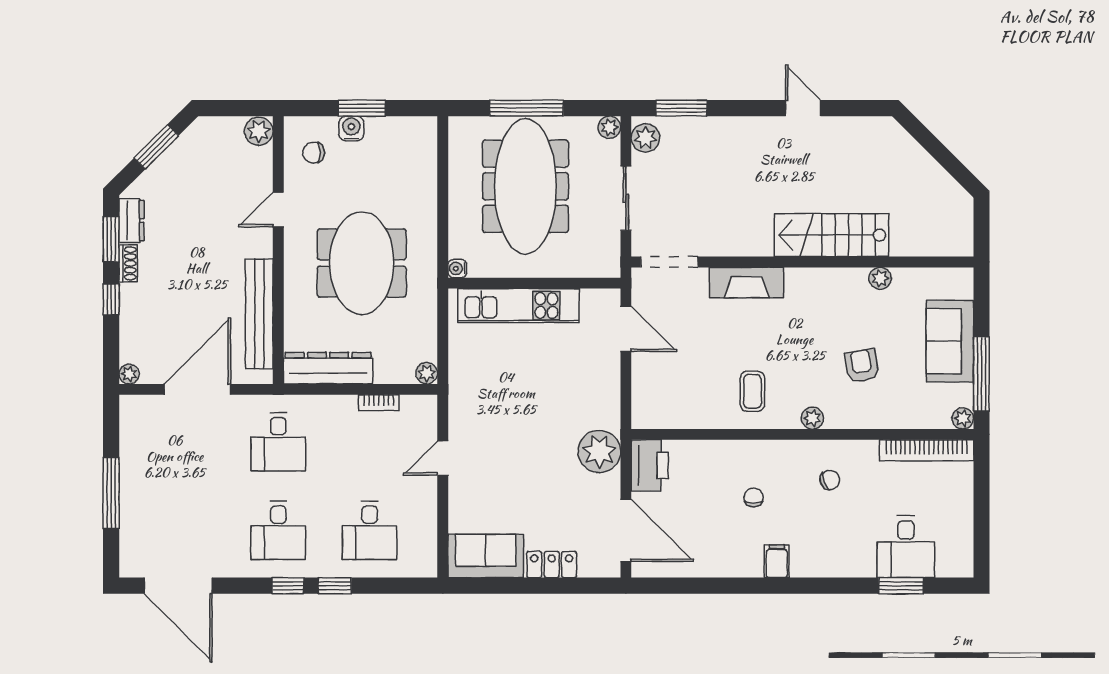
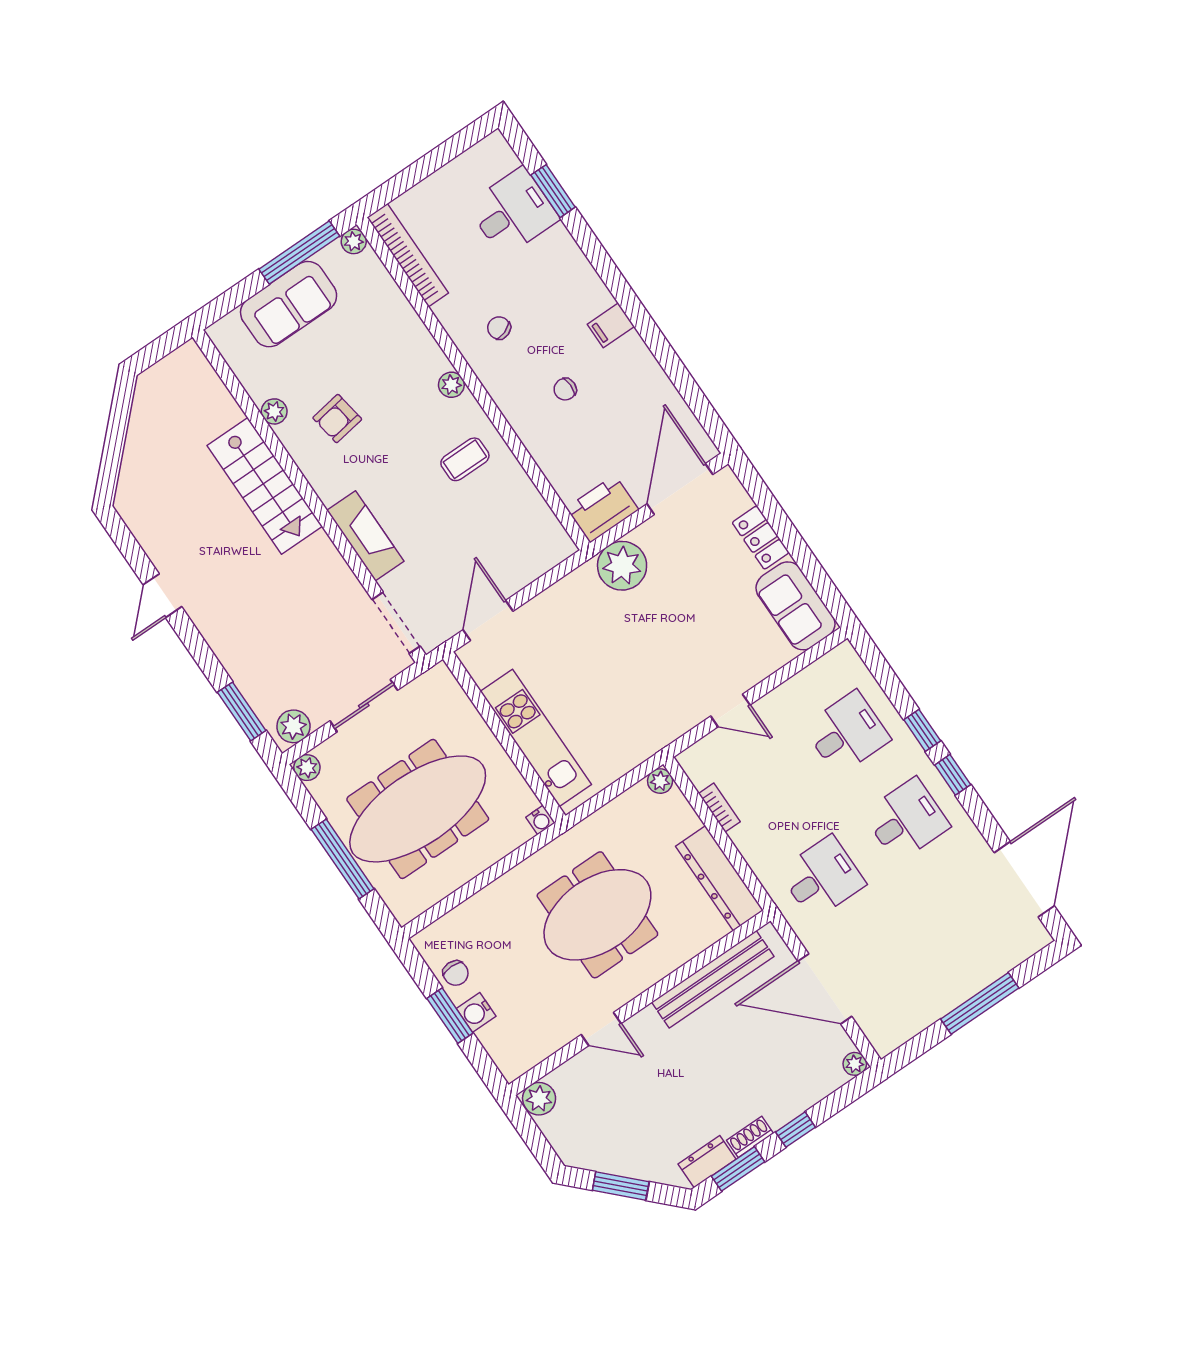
chair: (314, 153) -> (456, 973), moved
armchair: (862, 366) -> (337, 419), moved

